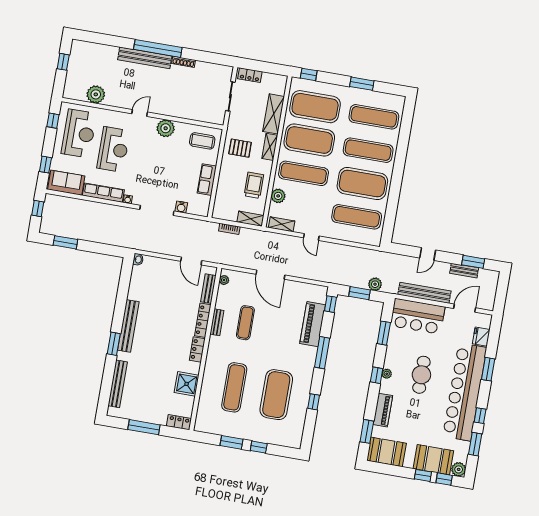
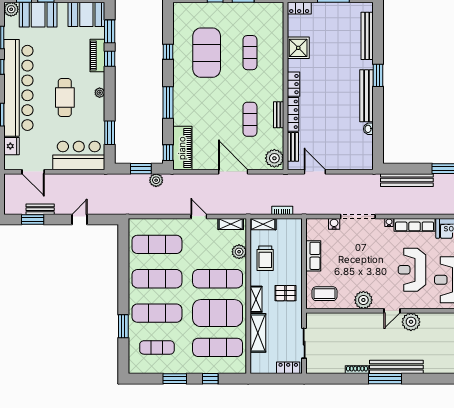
window: (158, 48) -> (385, 379), width x0.68
window: (309, 74) -> (210, 379), moved
plant: (96, 94) -> (411, 322), moved
exercise mat: (315, 107) -> (218, 347), width x0.68
exercise mat: (374, 117) -> (157, 347), width x0.73, depth x0.69
window: (403, 143) -> (123, 326), added
exercise mat: (362, 183) -> (157, 279), width x0.68
washbasin: (138, 259) -> (368, 129), moved
plant: (224, 280) -> (274, 158), width x1.87, depth x1.87
plant: (375, 284) -> (156, 180), moved
bench: (424, 293) -> (407, 180), moved
door: (465, 308) -> (33, 172), hinge flipped
piano: (313, 324) -> (182, 148), moved
window: (377, 375) -> (110, 59), moved
exercise mat: (234, 387) -> (250, 53), width x0.73, depth x0.69

